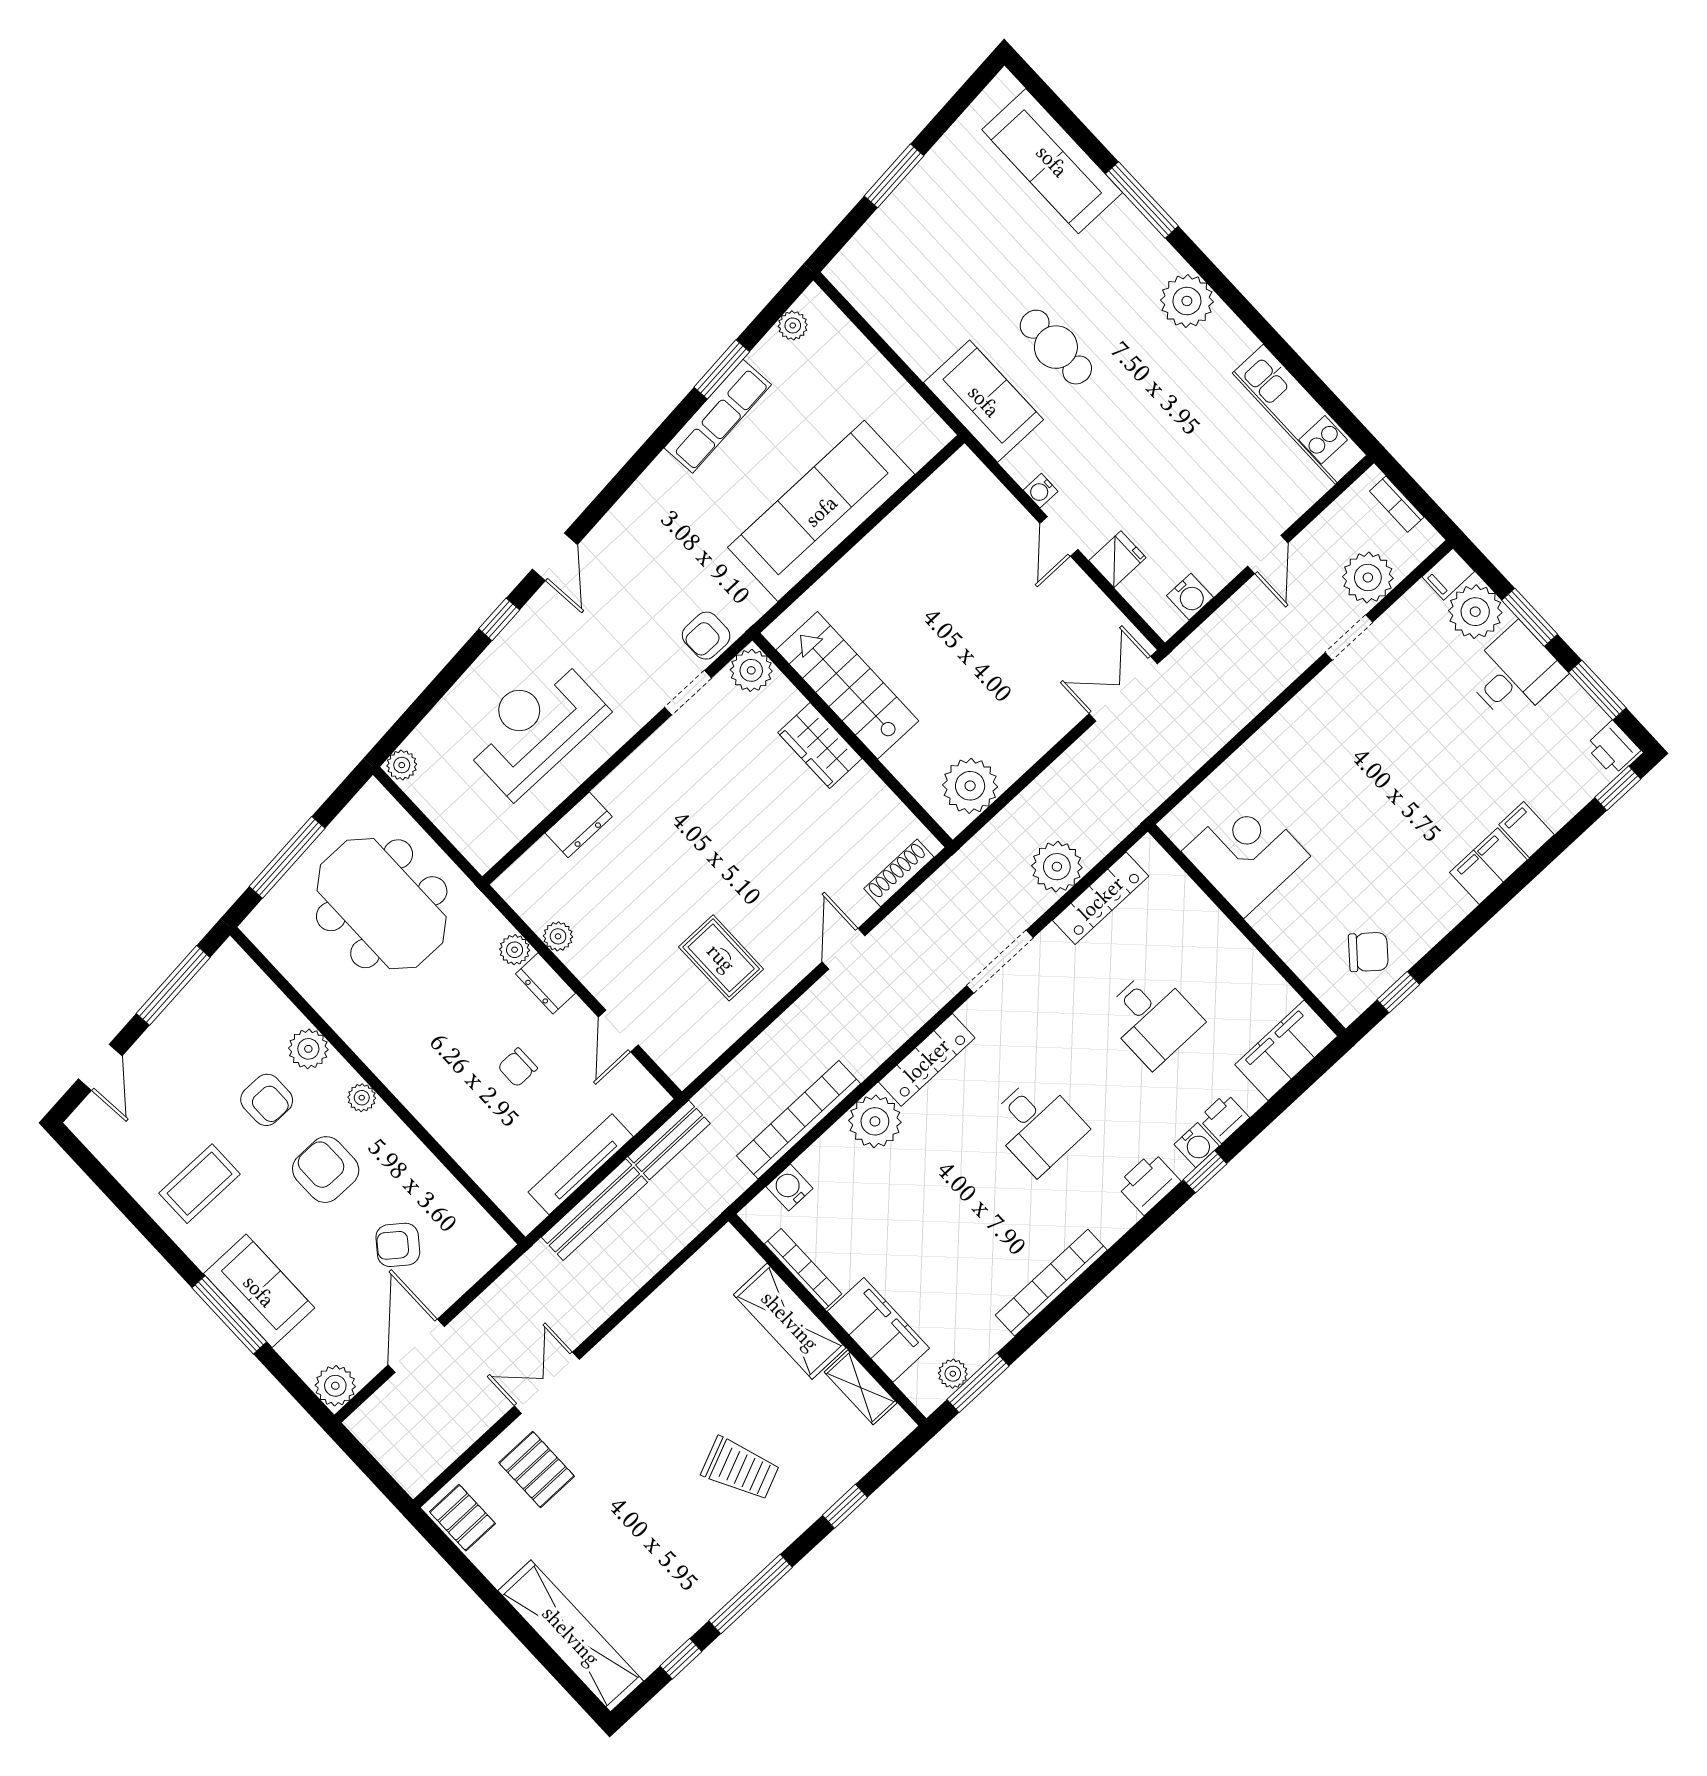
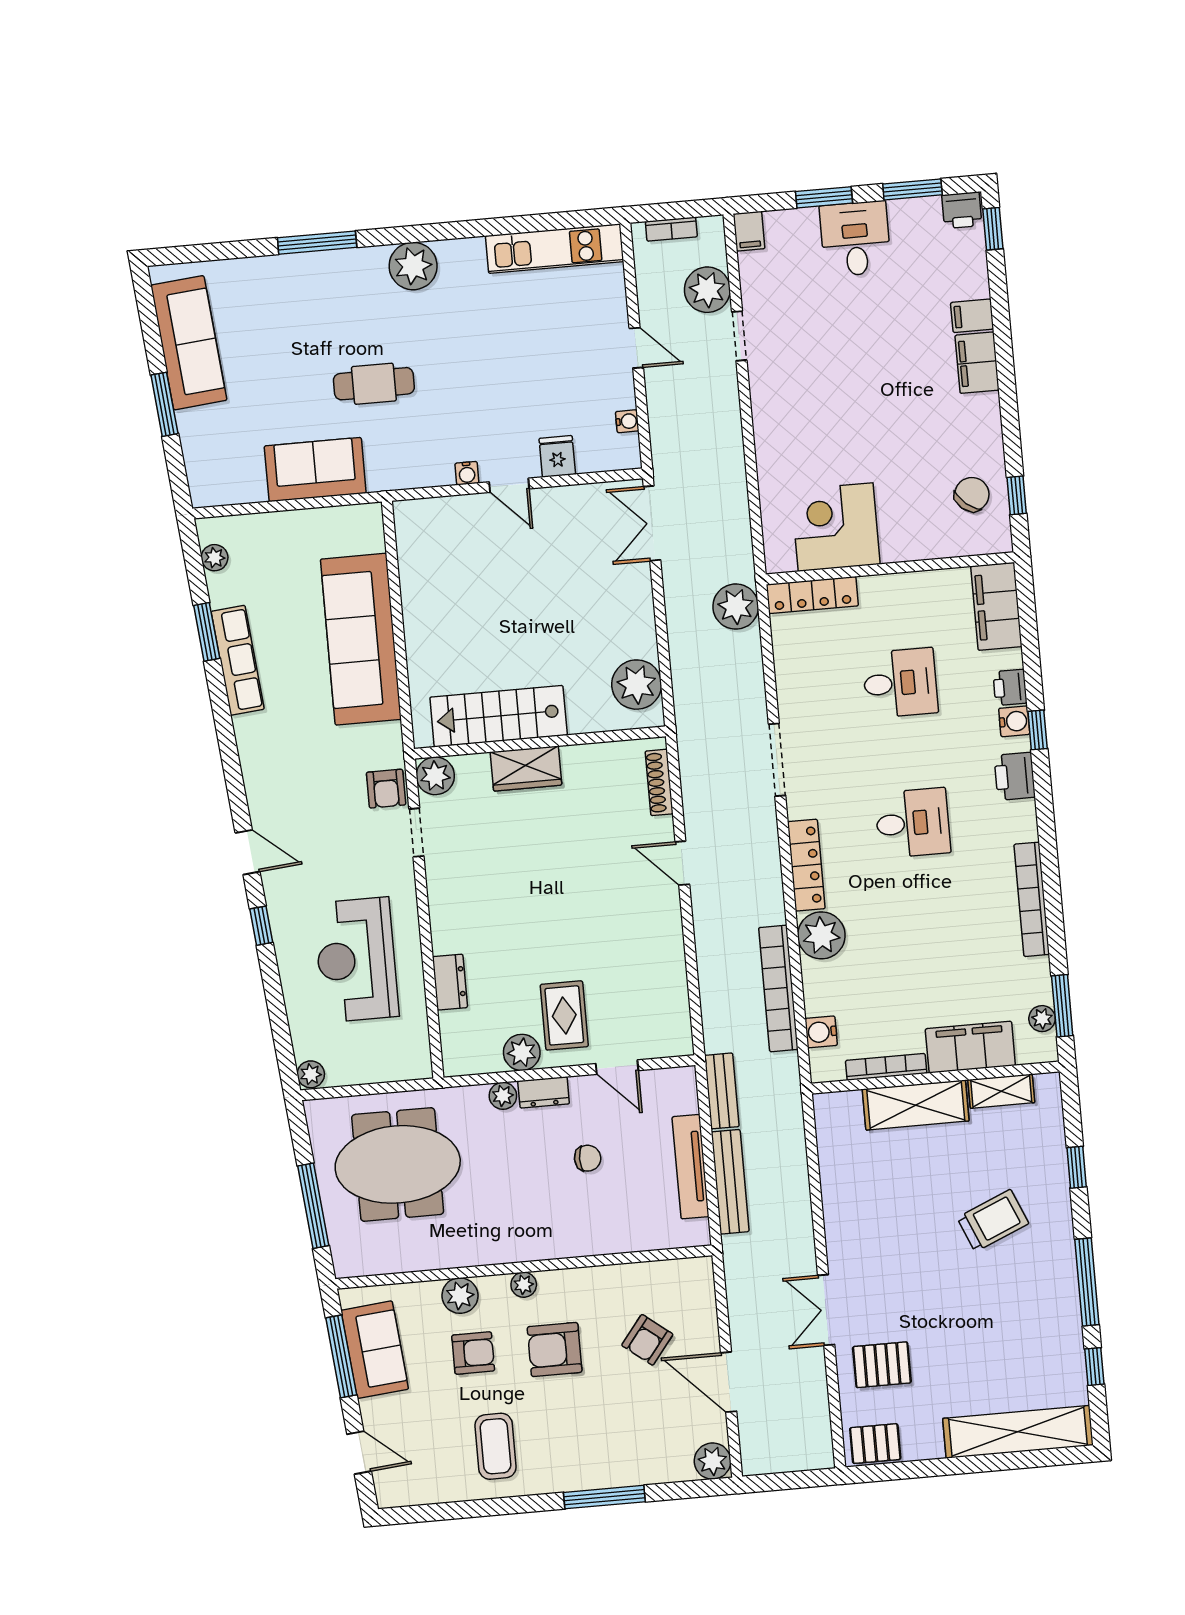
sofa: (1052, 161) -> (189, 343), moved, turned -95
sofa: (984, 401) -> (315, 470), moved
water cooler: (1190, 597) -> (627, 421), width x0.72, depth x0.72
plant: (1475, 612) -> (790, 233), removed
plant: (1057, 867) -> (736, 607), moved
locker: (1101, 898) -> (812, 595), moved, turned 90
plant: (558, 936) -> (522, 1052), width x1.38, depth x1.38
rug: (721, 958) -> (564, 1015), moved, turned 90
chair: (518, 1068) -> (588, 1158), turned -90
sofa: (259, 1291) -> (375, 1350), moved, turned 85

